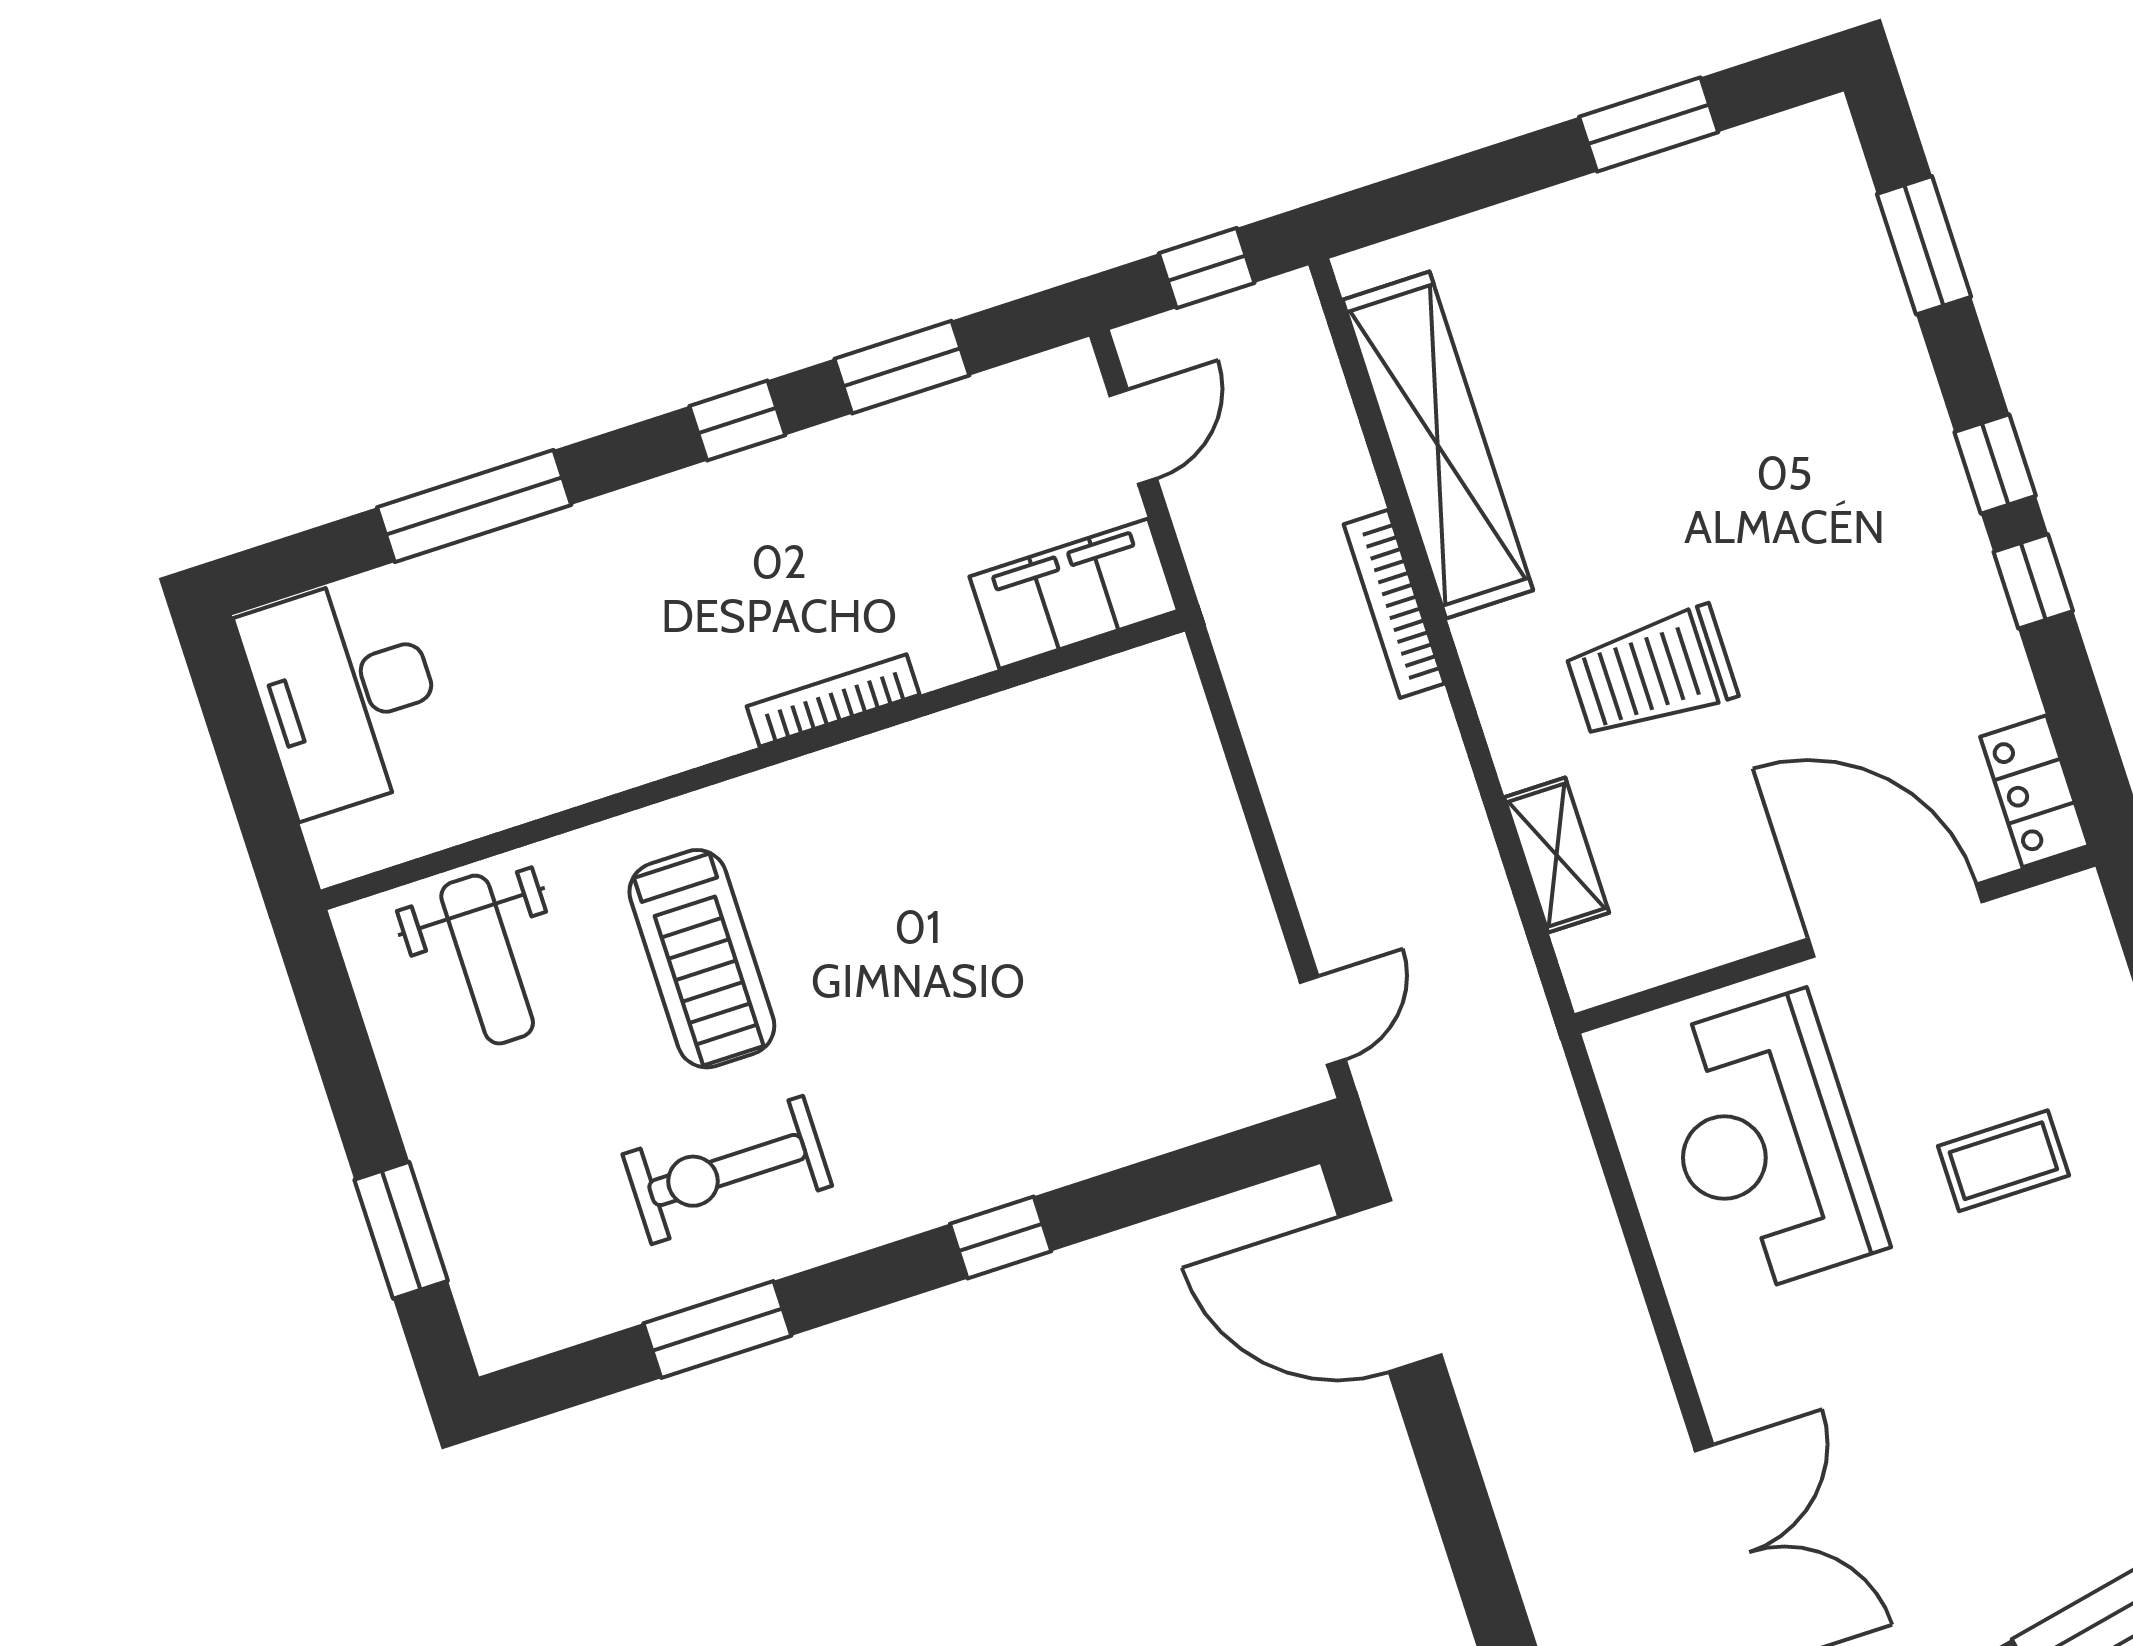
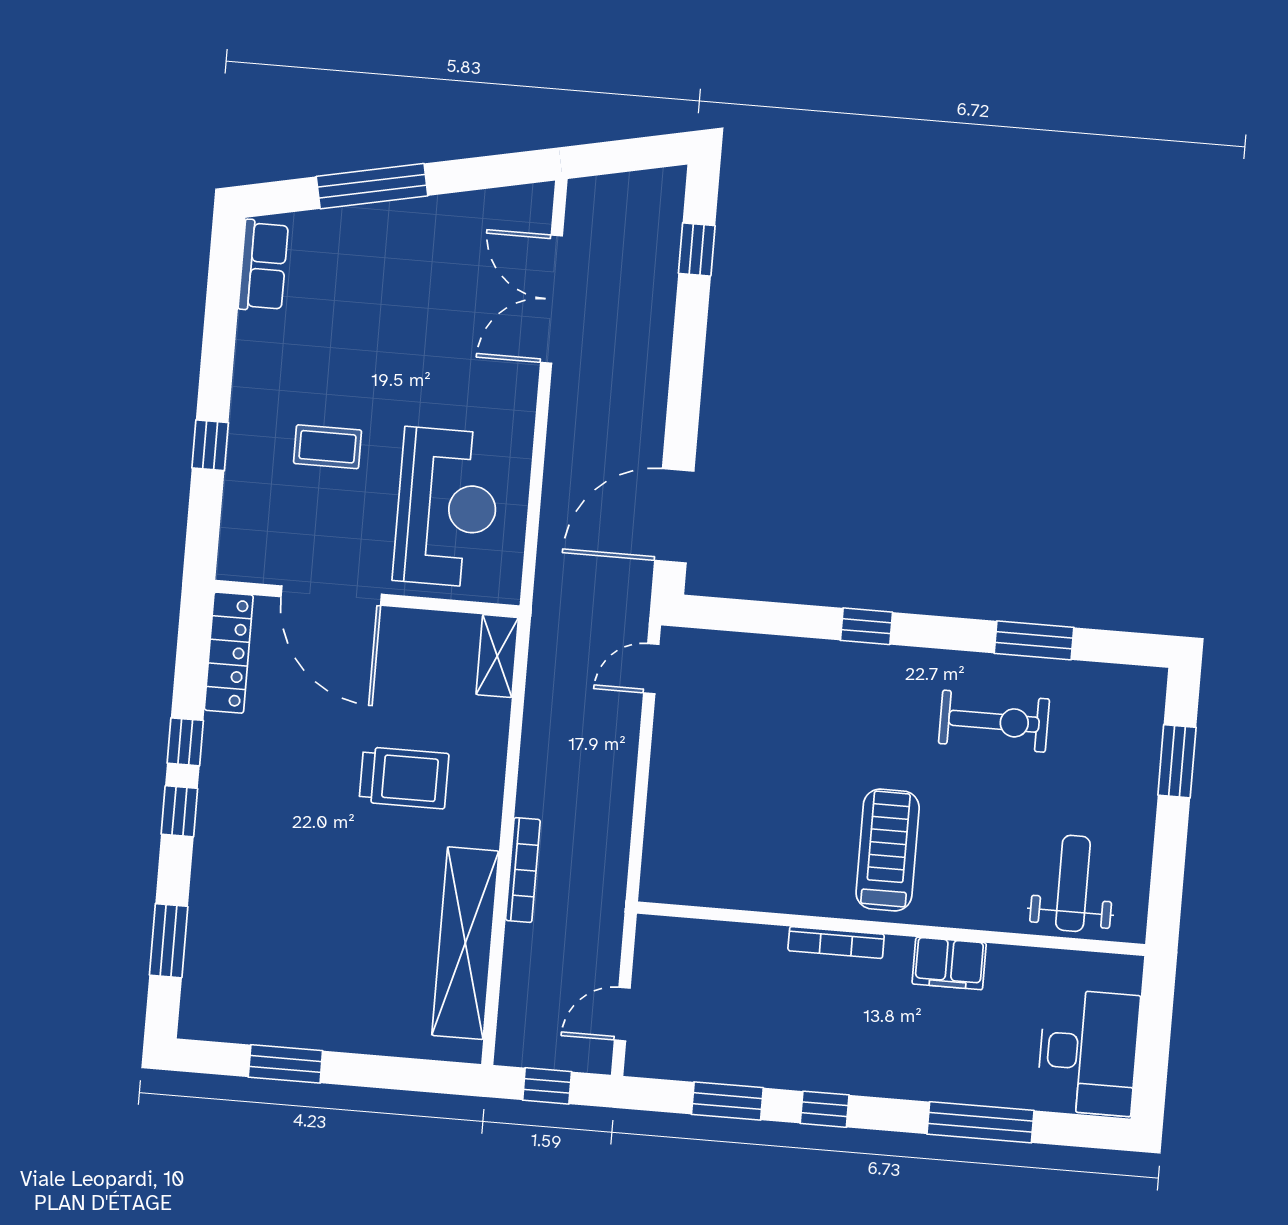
filing cabinet: (1074, 594) -> (949, 963), moved, width x0.67, depth x0.86
locker: (2035, 791) -> (229, 653), width x1.53
shelving: (1557, 855) -> (497, 656), moved
treadmill: (702, 959) -> (888, 850), moved
door: (1390, 1286) -> (674, 516), swing flipped

